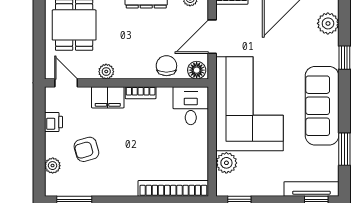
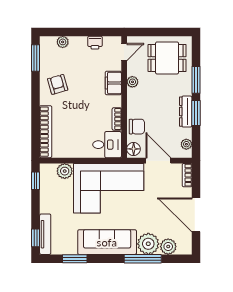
plant: (324, 50) -> (148, 244), added
window: (344, 58) -> (143, 259), width x2.17
bookcase: (141, 93) -> (117, 119), moved
armchair: (86, 149) -> (58, 84), moved

